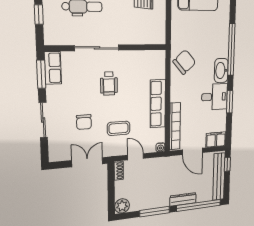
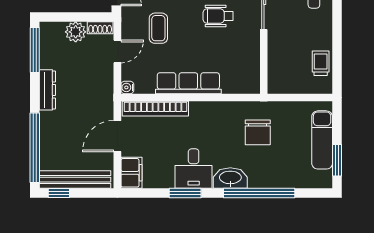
chair: (184, 62) -> (258, 132), moved, turned 41
window: (227, 164) -> (59, 193), moved
dresser: (183, 199) -> (47, 90), moved
plant: (122, 206) -> (76, 32), moved
window: (155, 212) -> (35, 50), moved

